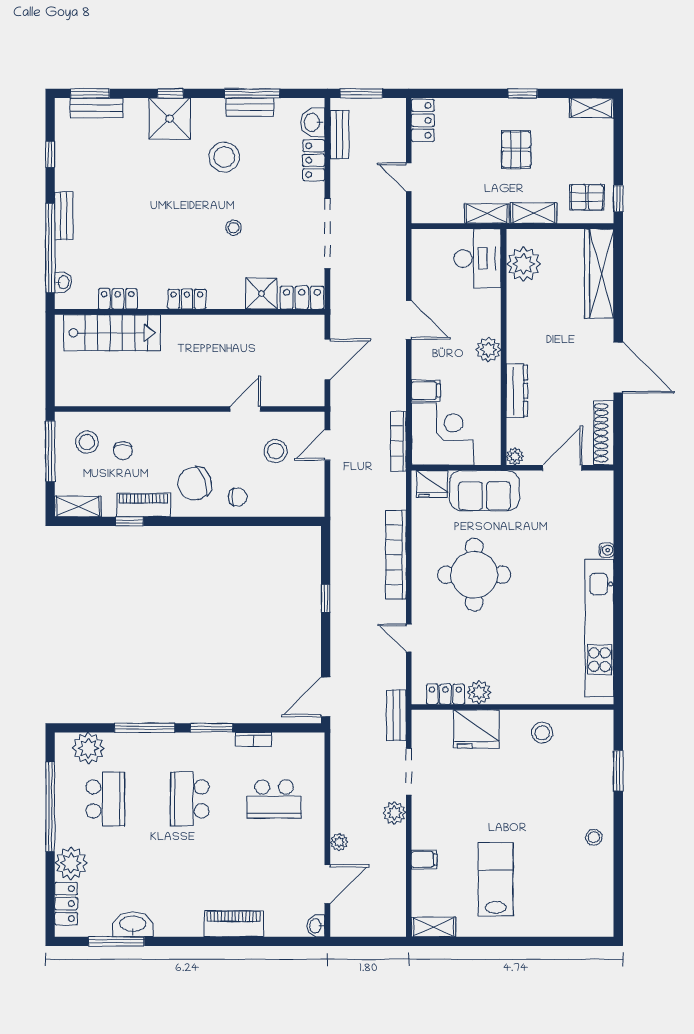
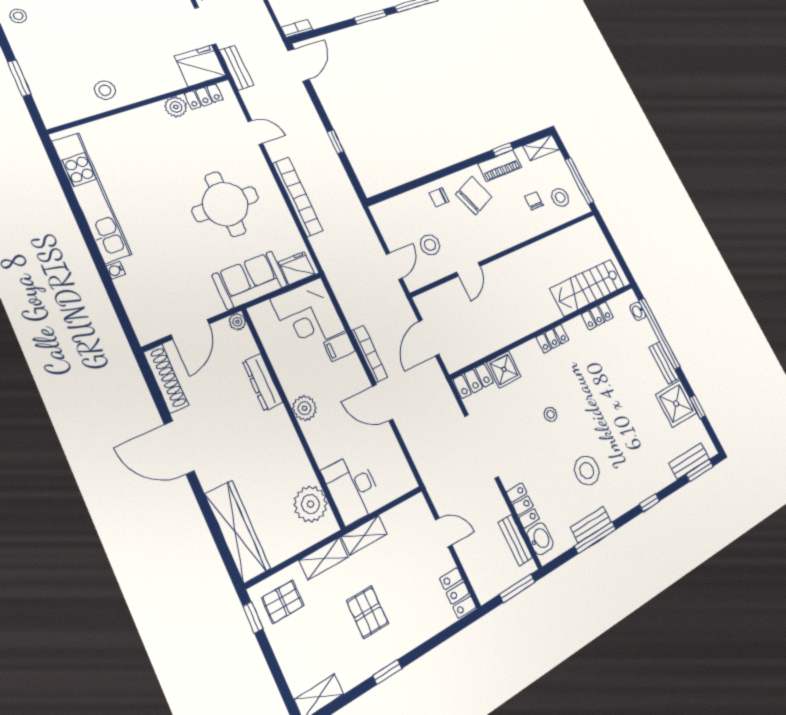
shower: (170, 119) -> (676, 404), moved
bookcase: (398, 441) -> (370, 354), moved
fridge: (477, 729) -> (200, 66), moved
bookcase: (253, 739) -> (297, 28), moved

